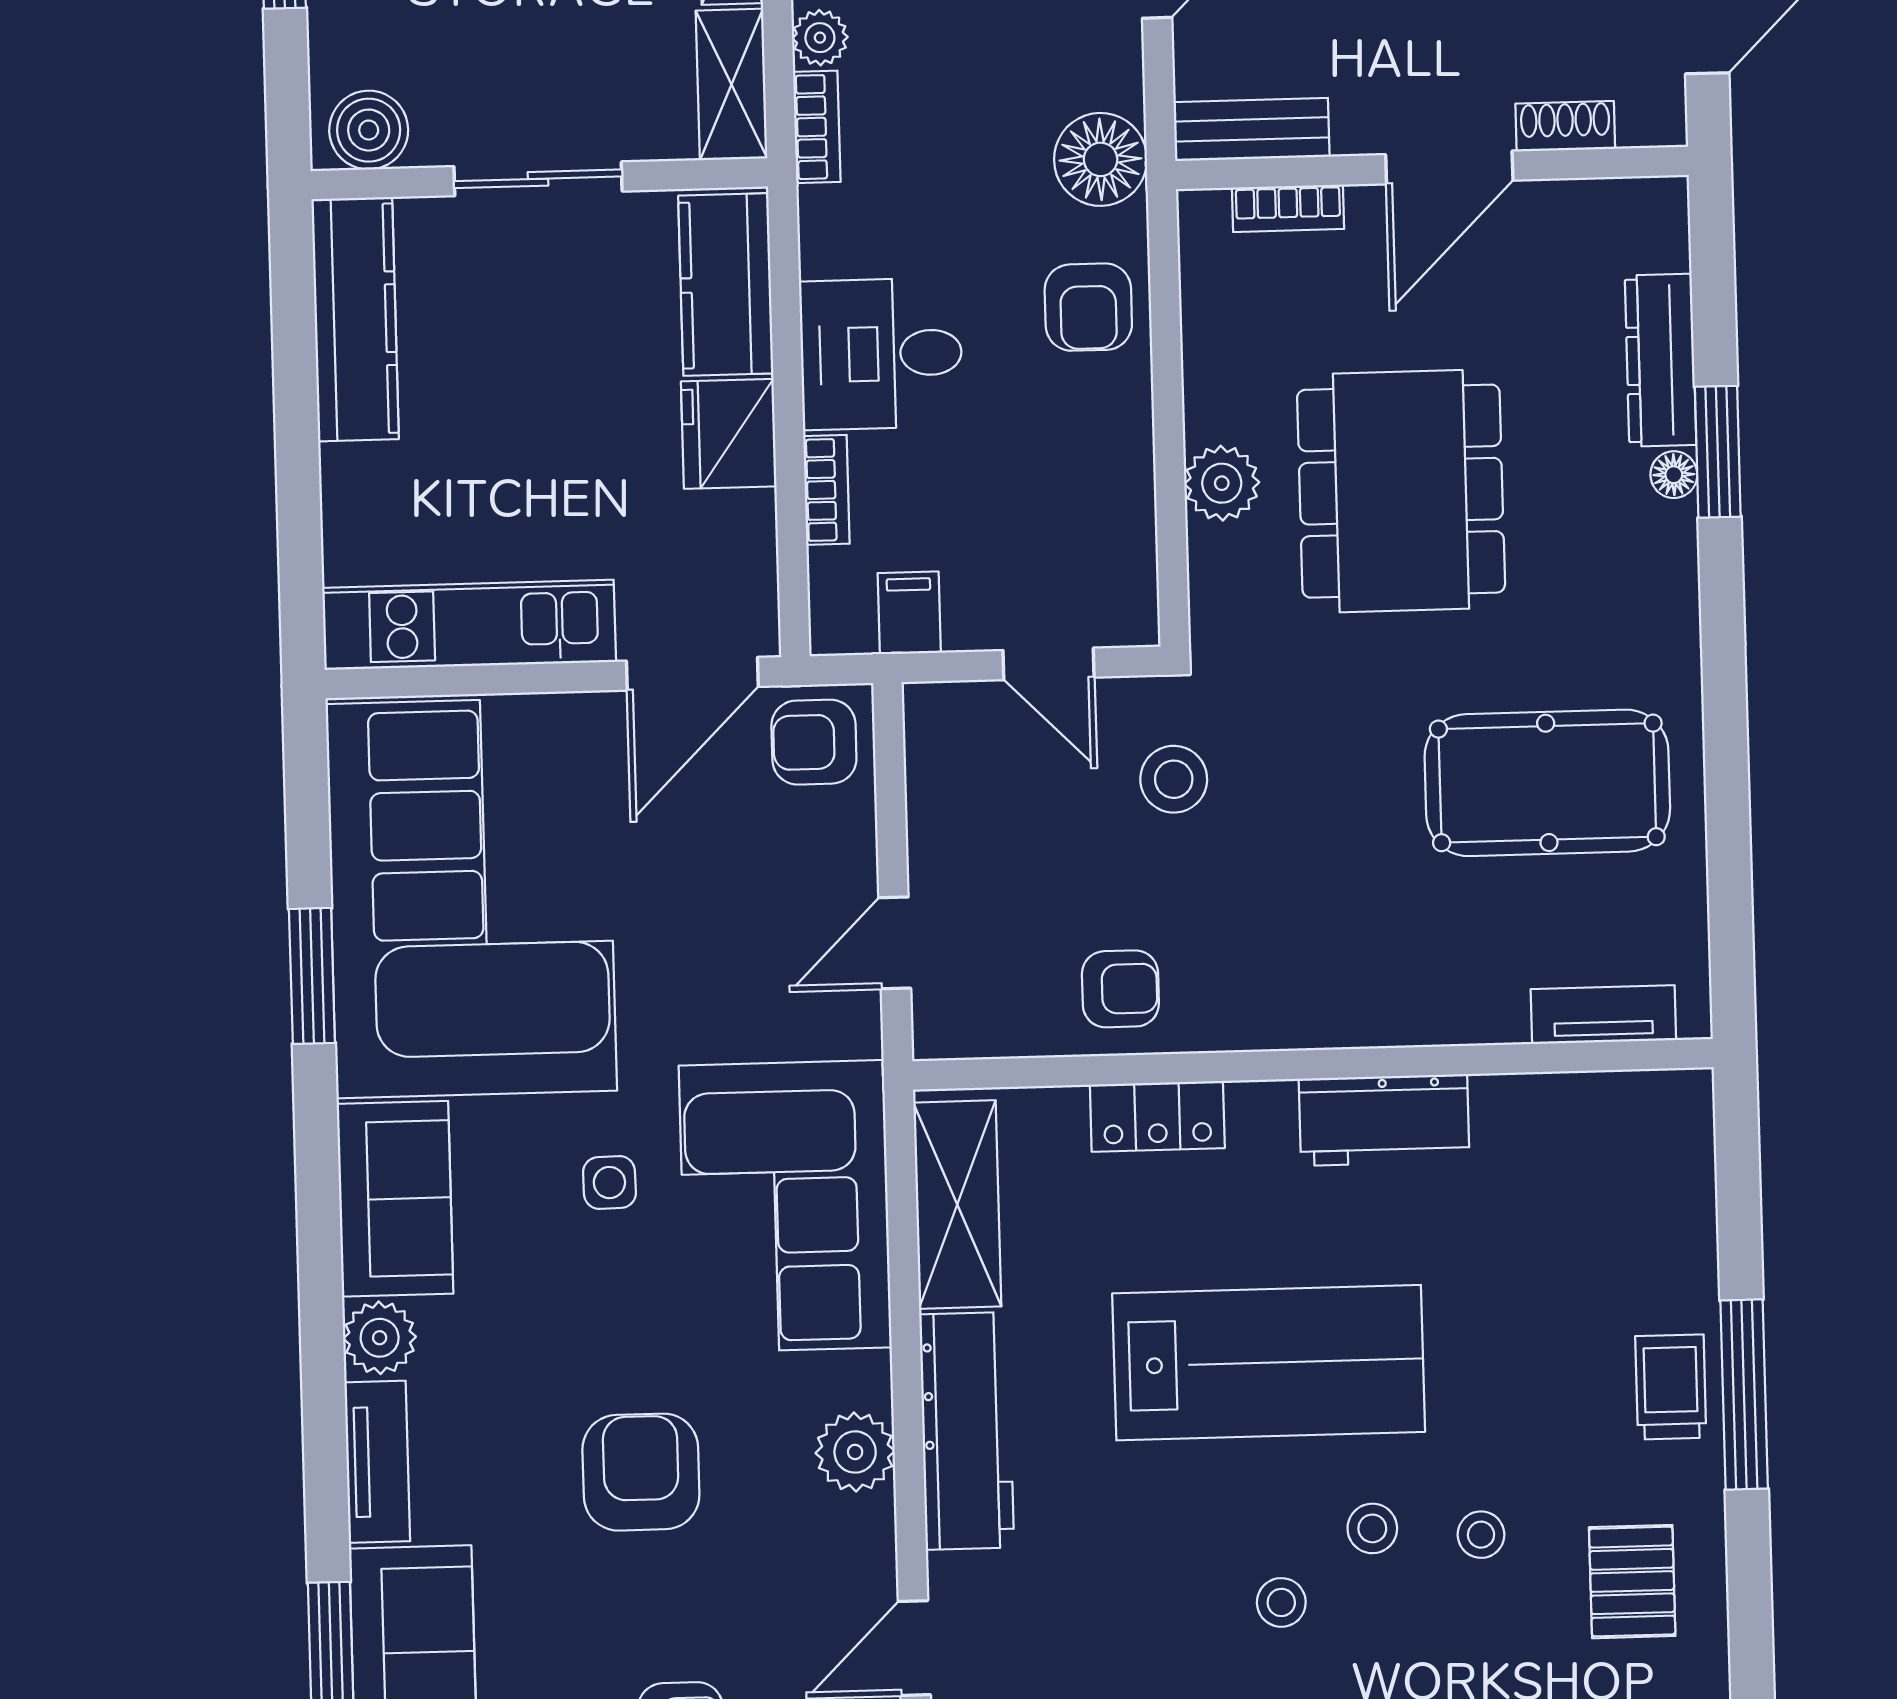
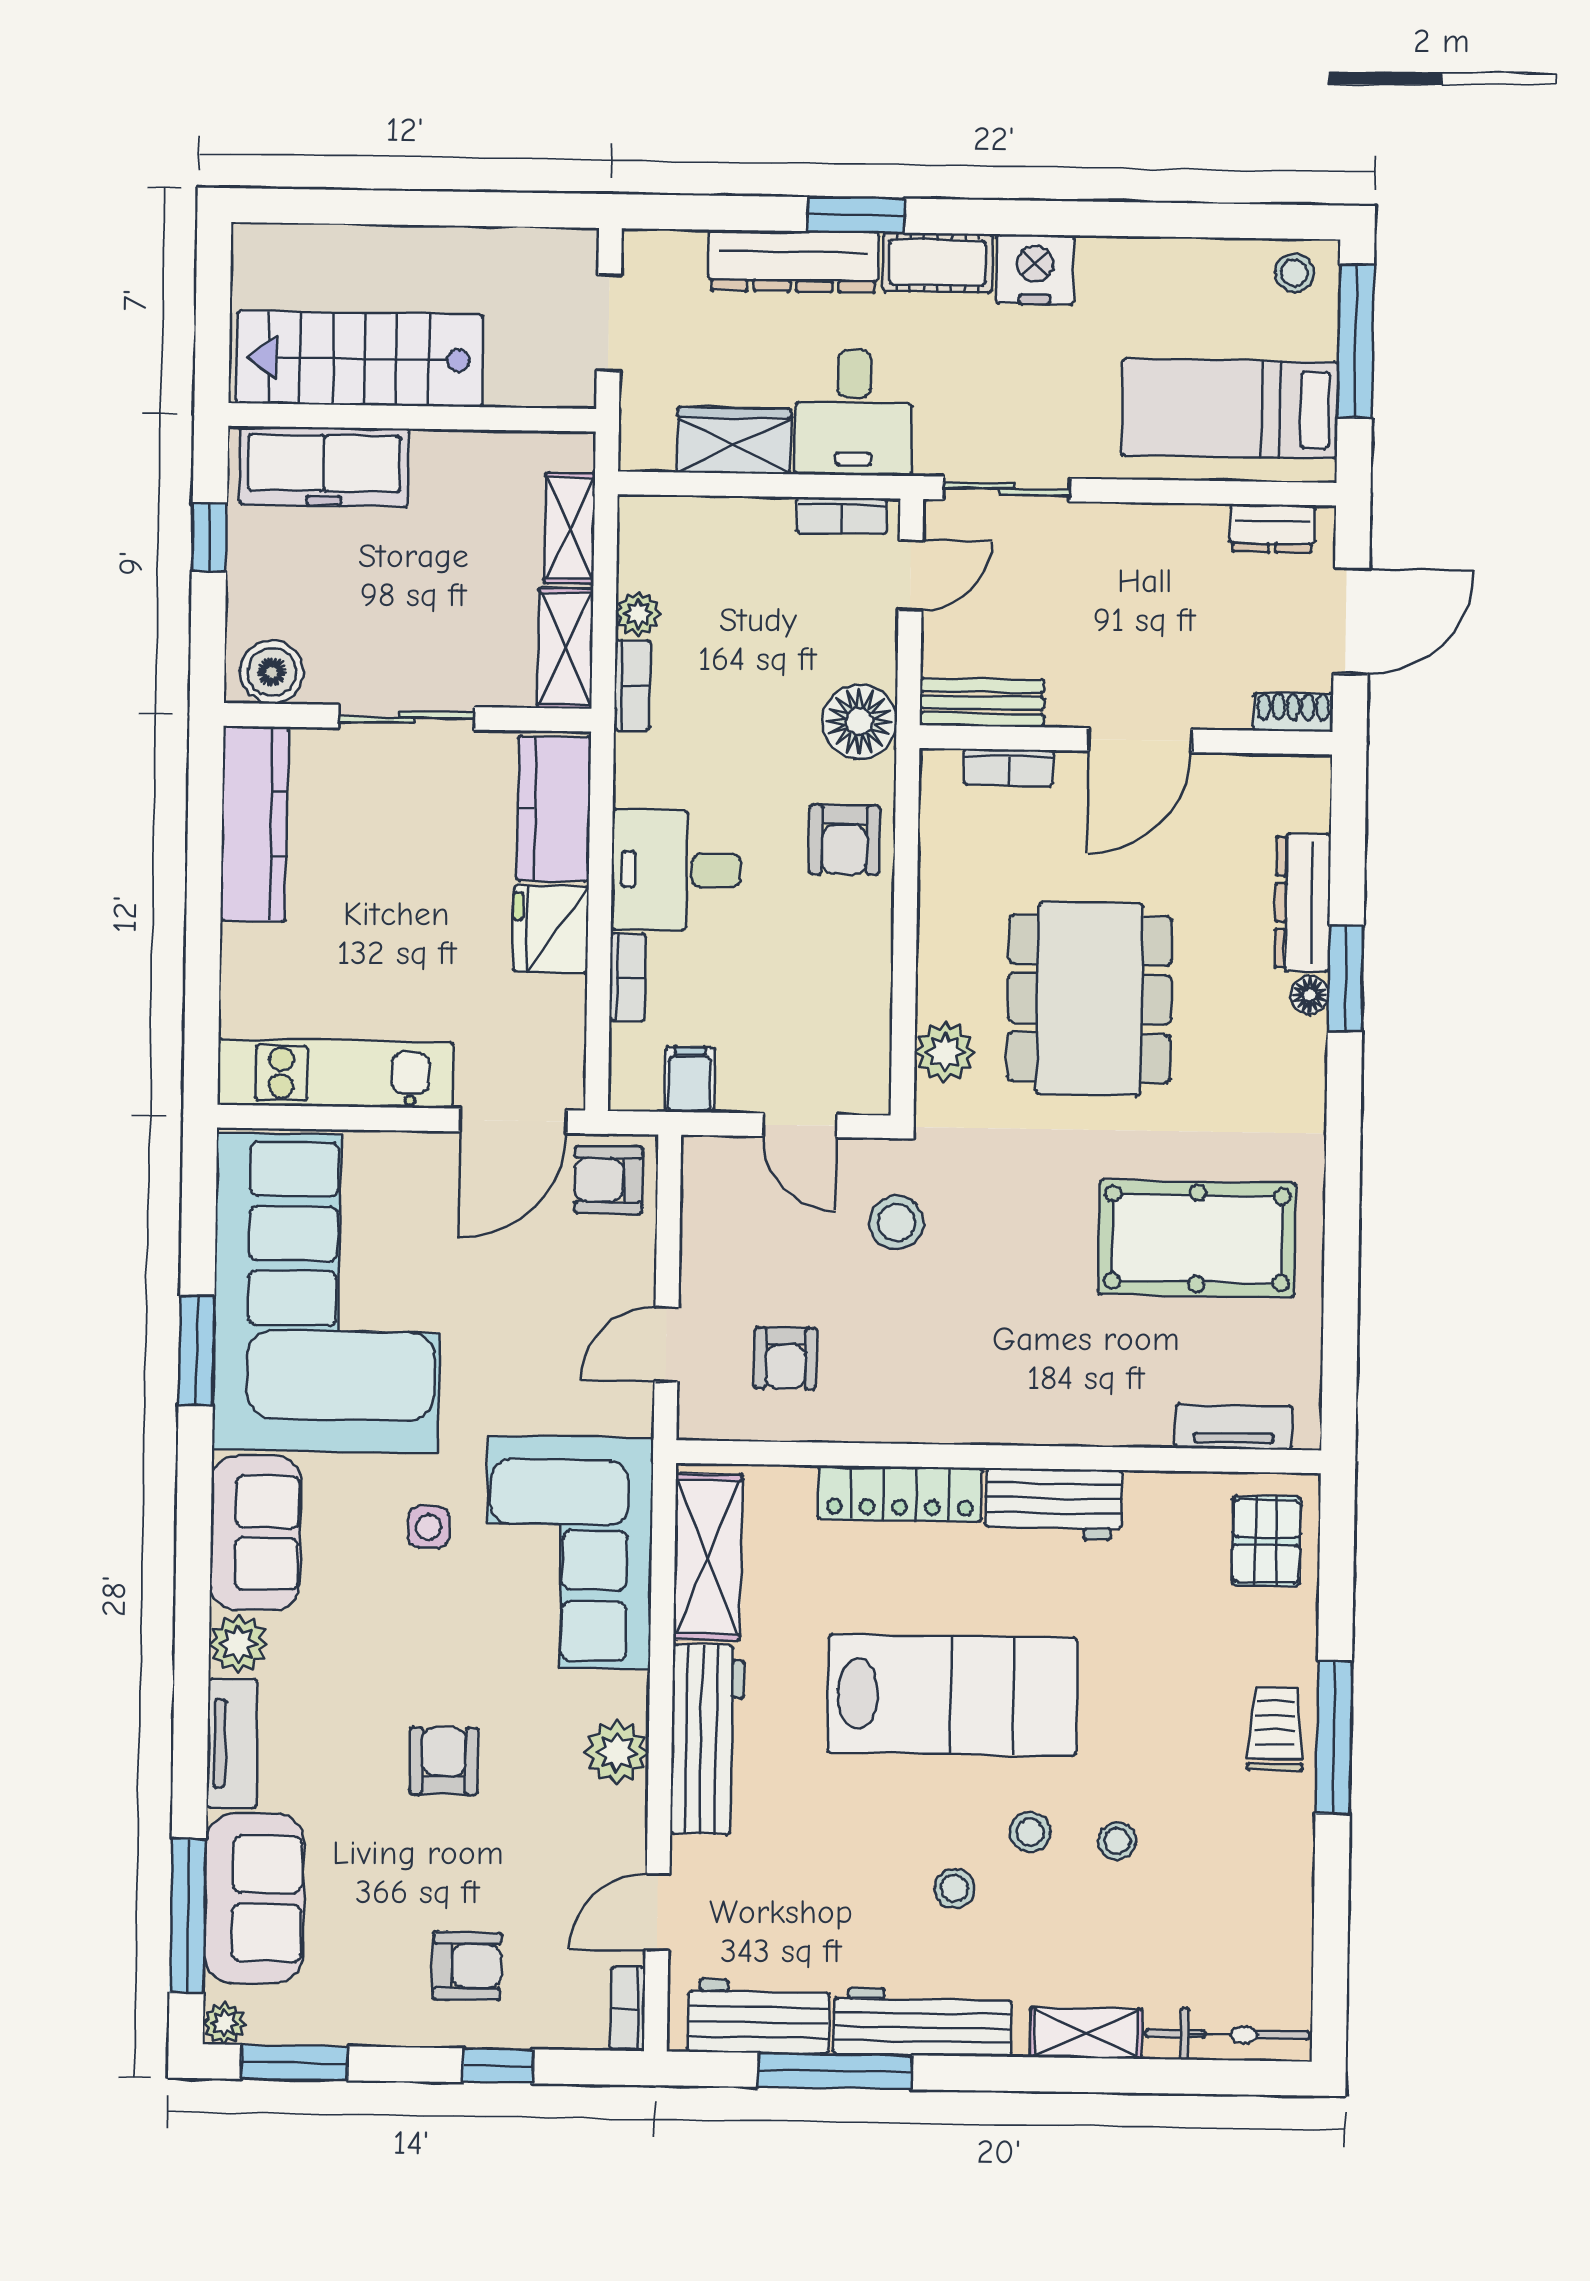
shoe rack: (1565, 126) -> (1293, 712), moved
plant: (1222, 483) -> (945, 1052), moved
armchair: (1120, 989) -> (786, 1358), moved, turned 90
locker: (1157, 1116) -> (900, 1494), width x1.53
armchair: (641, 1472) -> (444, 1761), width x0.72, depth x0.72
pallet: (1632, 1582) -> (1266, 1541), moved

